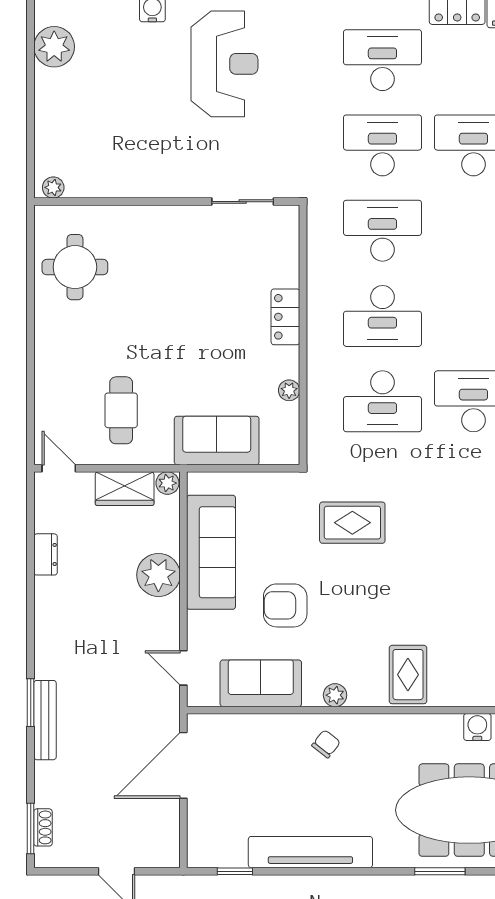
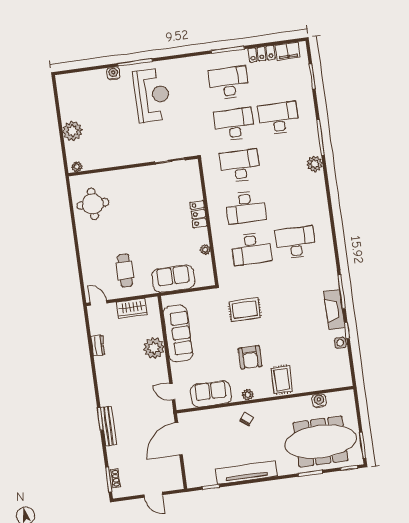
plant: (54, 47) -> (73, 131), moved
plant: (167, 483) -> (152, 303), removed
armchair: (285, 605) -> (250, 357), moved, turned -90

